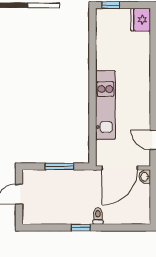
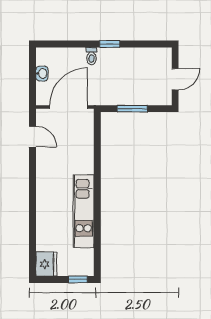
kitchen unit: (105, 105) -> (84, 211), moved
washbasin: (145, 177) -> (42, 74), moved

